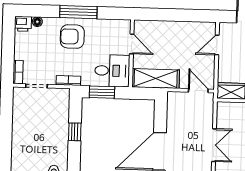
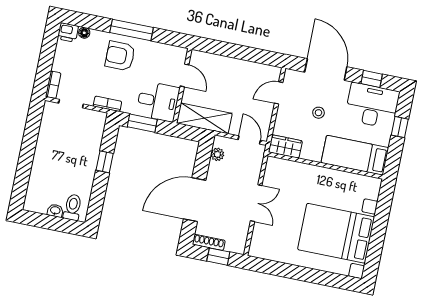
plant: (173, 108) -> (217, 154), added

